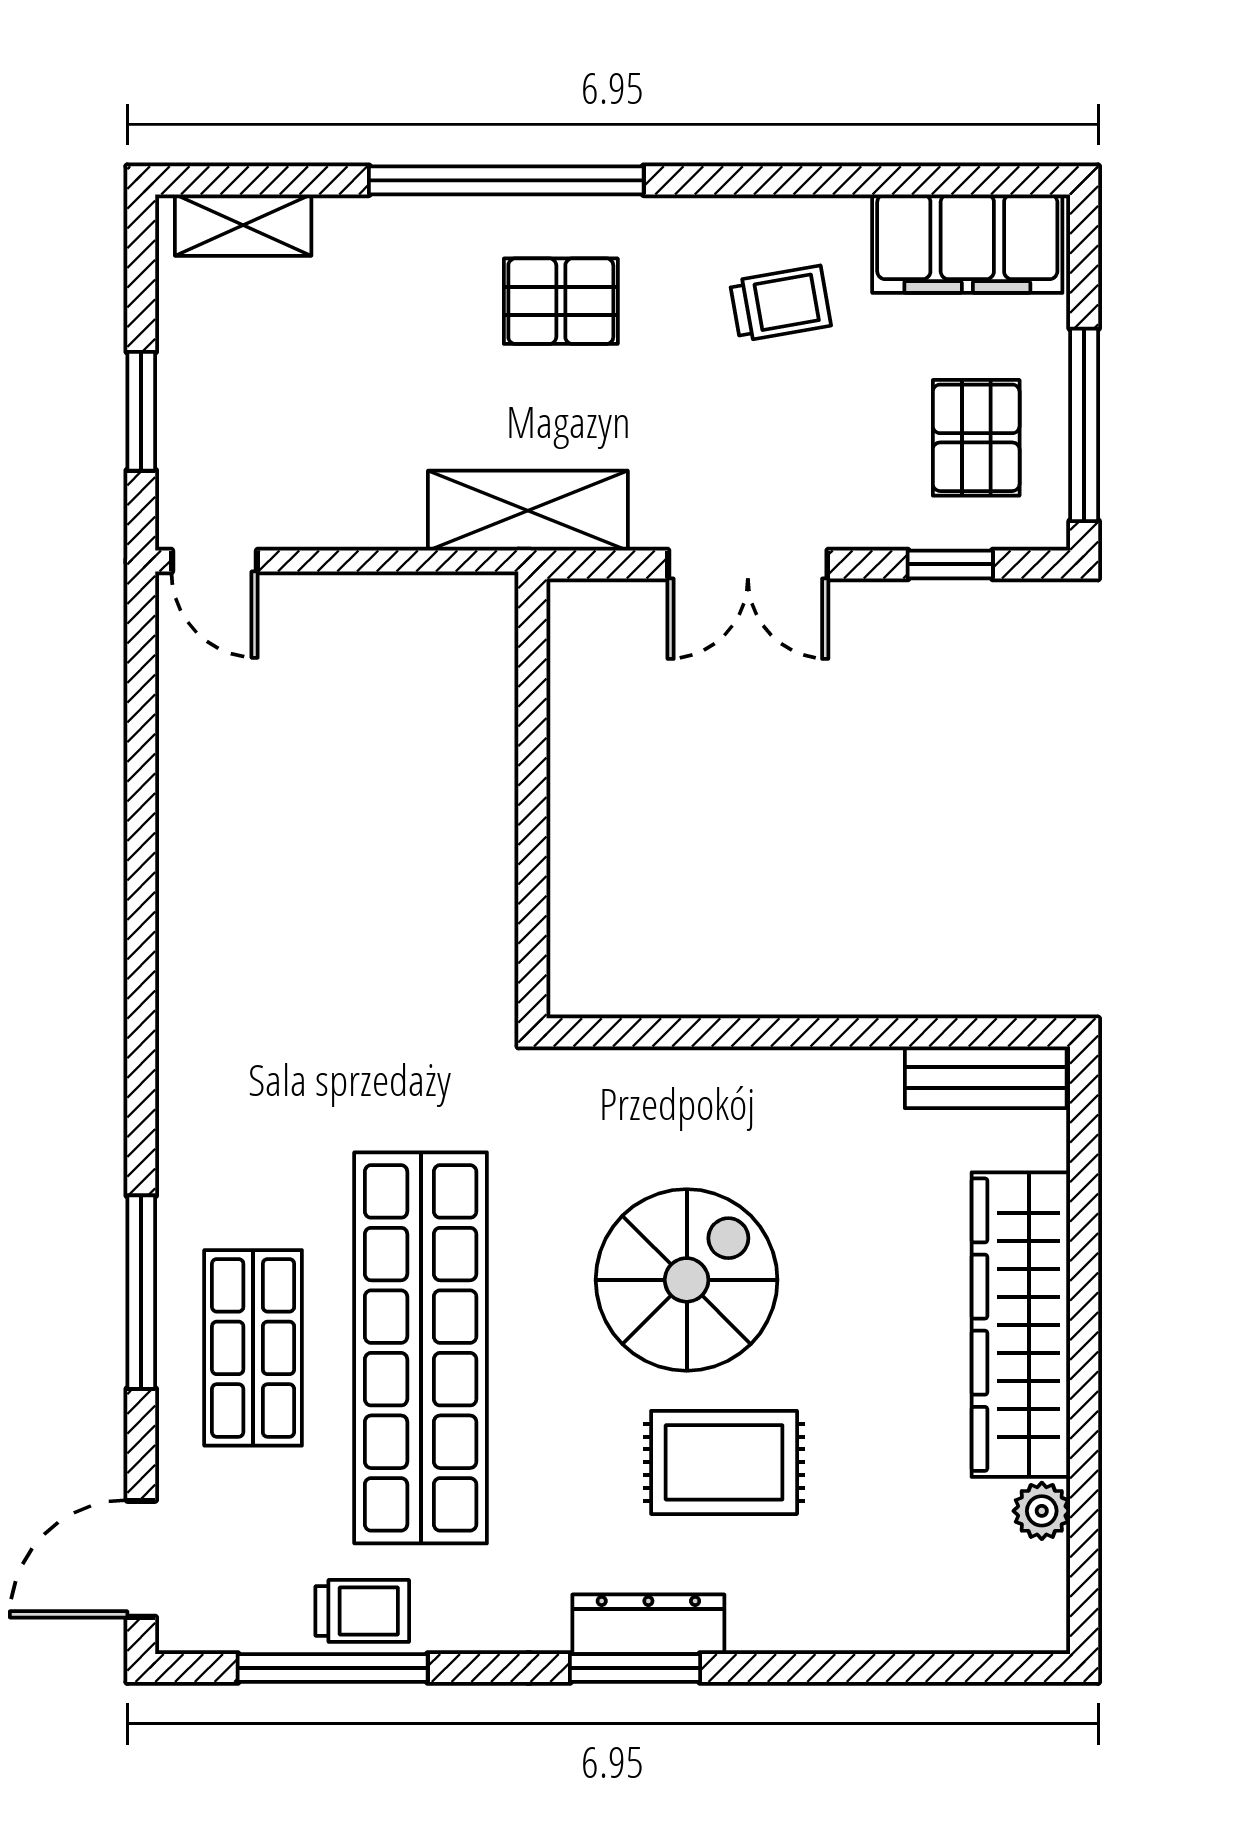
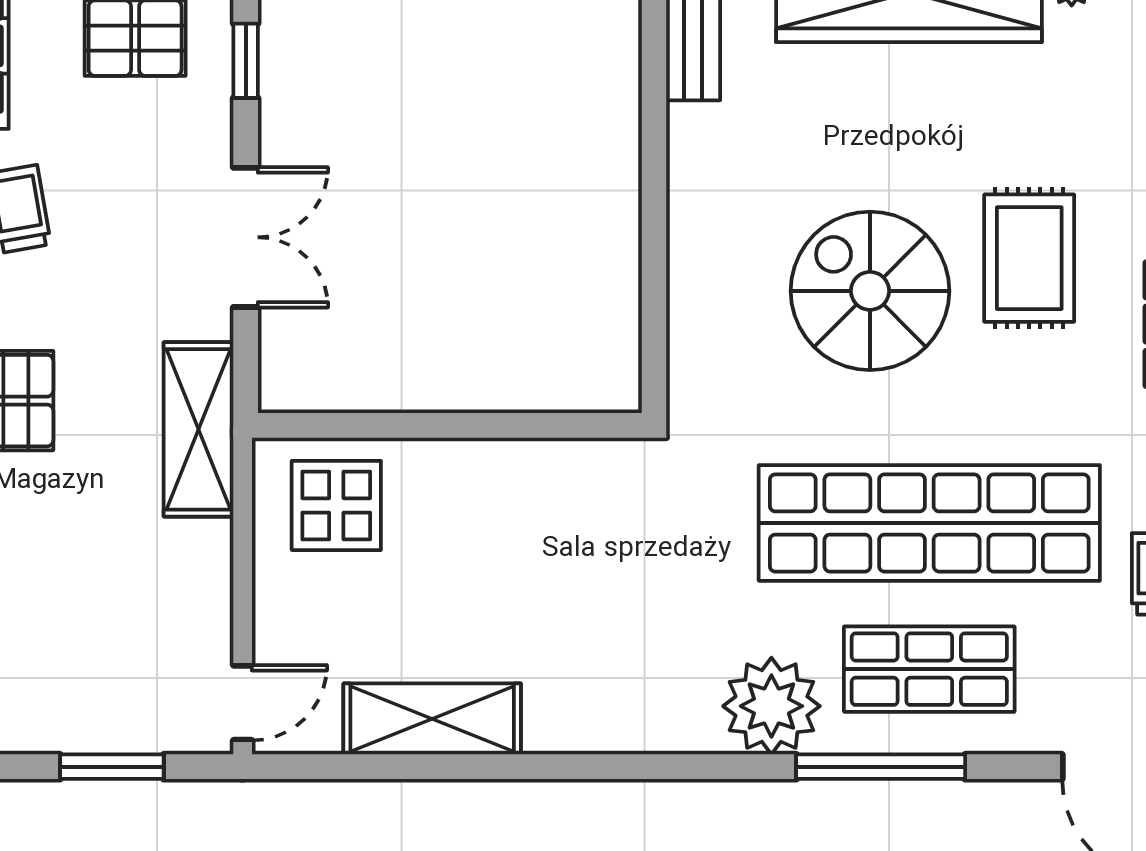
display table: (441, 668) -> (336, 505), added
shelving: (196, 778) -> (432, 719), added
plant: (211, 1167) -> (771, 706), added

